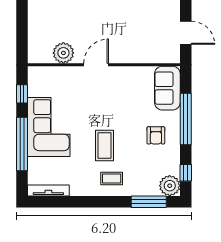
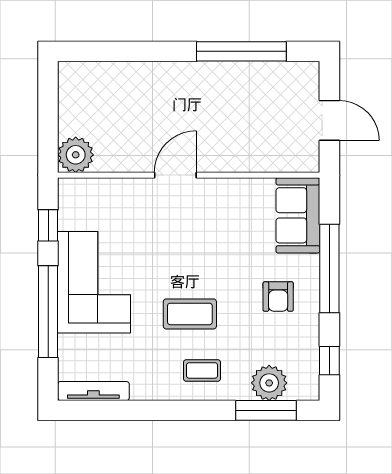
plant: (63, 53) -> (76, 155), moved
coffee table: (105, 146) -> (190, 314), turned 90
plant: (170, 186) -> (269, 383), moved

